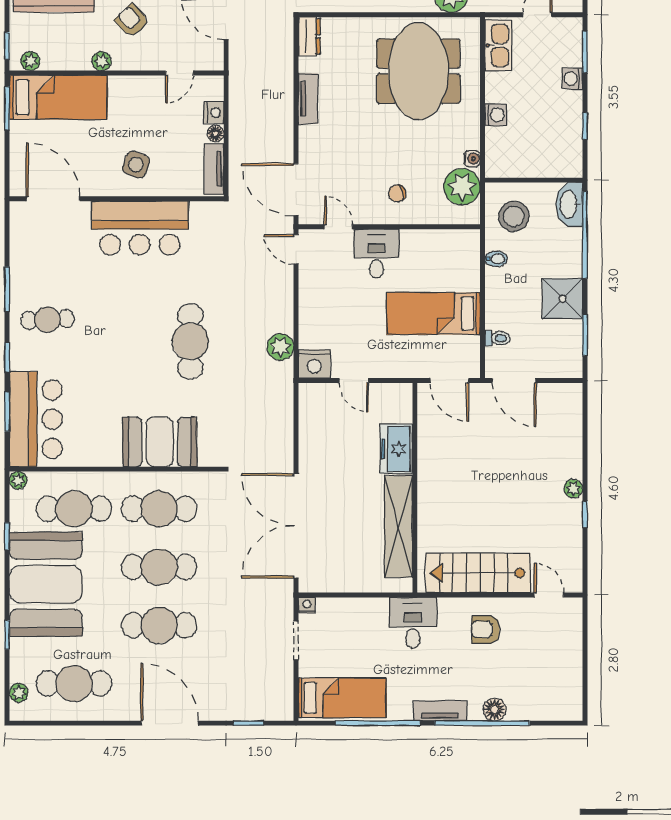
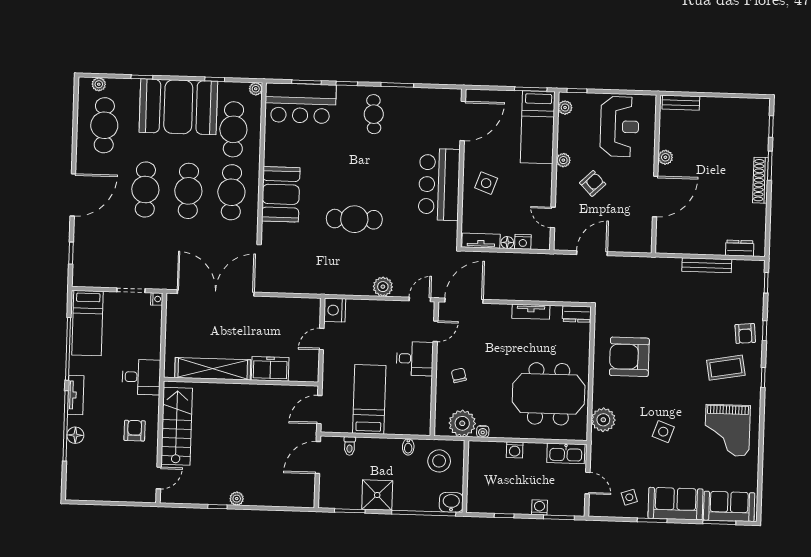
washbasin: (569, 204) -> (451, 502), width x0.72
plant: (280, 347) -> (383, 287), moved

